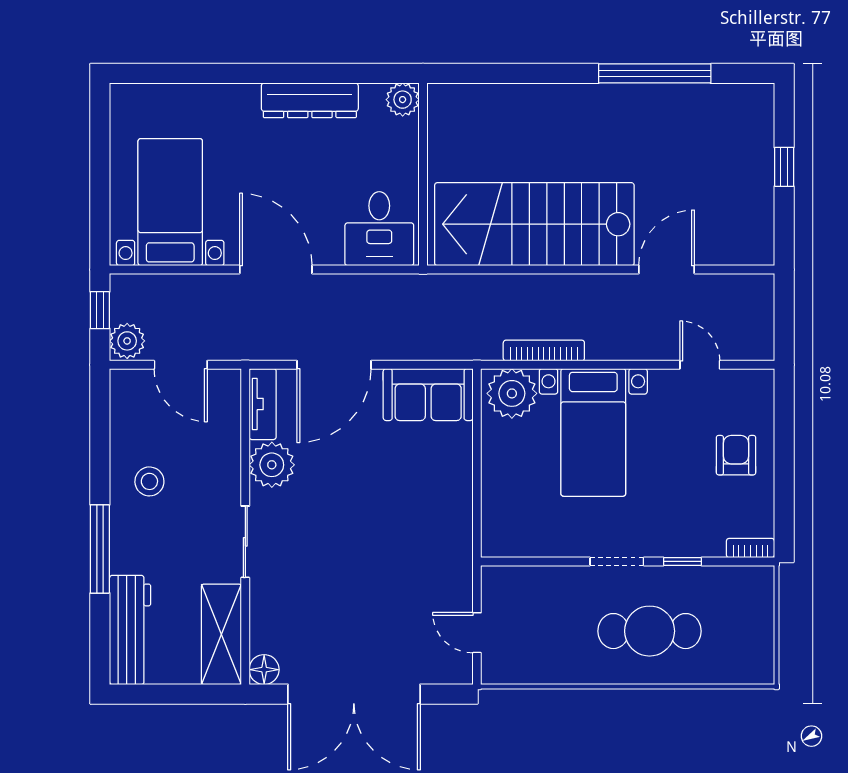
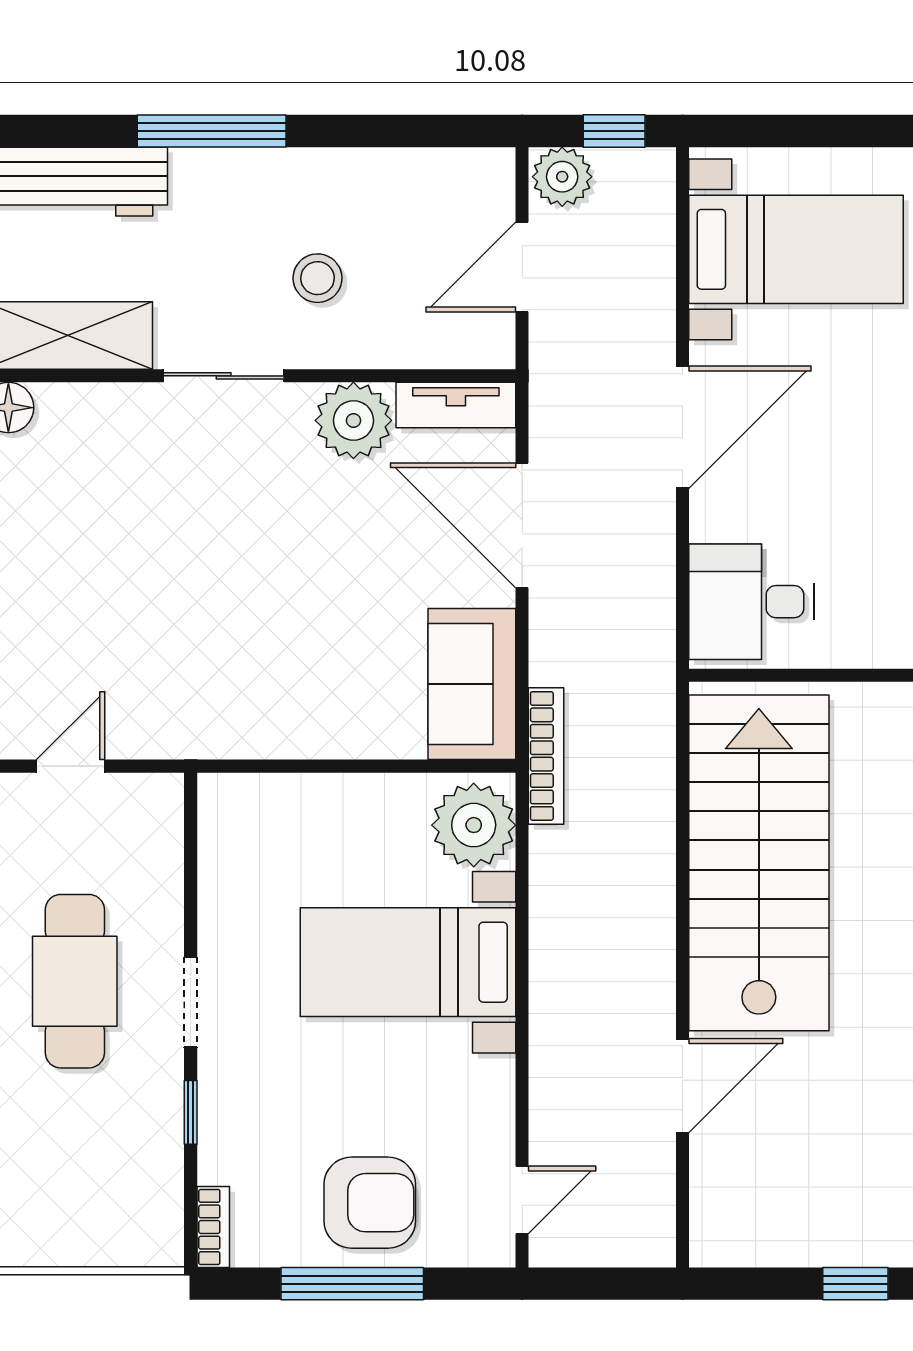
door: (667, 270) -> (682, 1086), hinge flipped
bookcase: (544, 351) -> (546, 756), moved
door: (700, 365) -> (522, 1200), moved
armchair: (736, 455) -> (370, 1203), width x1.38, depth x1.38
window: (784, 466) -> (352, 1284), added
stool: (149, 481) -> (317, 278), moved
cafe table: (650, 631) -> (75, 981), moved

